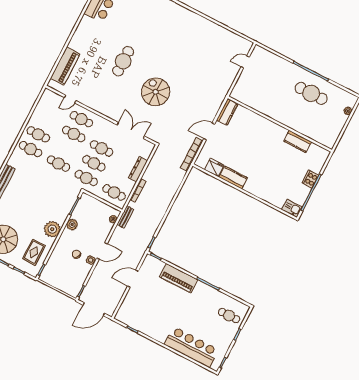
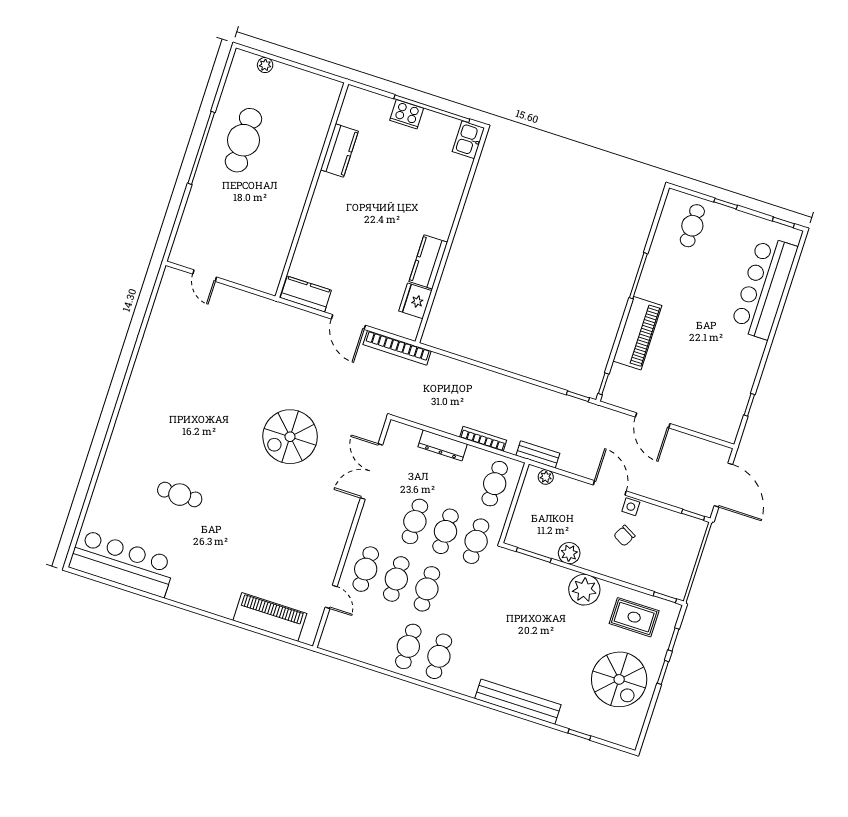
cafe table: (123, 61) -> (180, 495), moved, width x0.73, depth x0.74
cafe table: (58, 164) -> (427, 589), moved

